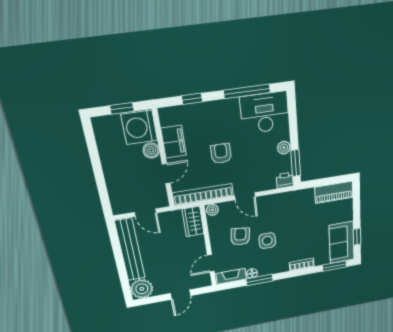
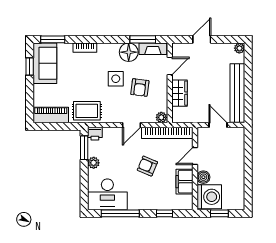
armchair: (221, 153) -> (147, 166), turned 113
door: (245, 196) -> (131, 125), swing flipped
rug: (295, 203) -> (87, 111), added
wardrobe: (193, 222) -> (180, 93), moved
floor lamp: (252, 273) -> (129, 52), width x1.89, depth x1.89
window: (260, 280) -> (143, 39), moved
plant: (142, 289) -> (239, 48), width x0.53, depth x0.53

